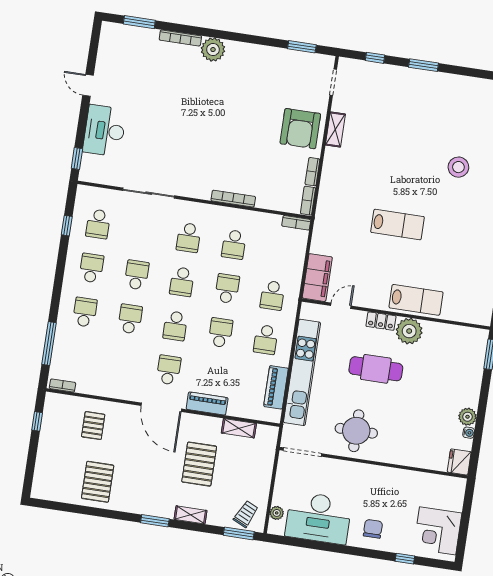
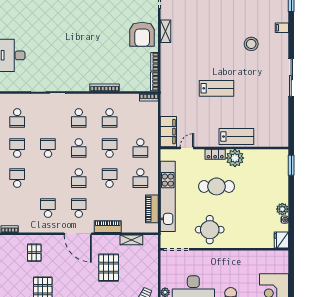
school desk: (130, 319) -> (48, 208), moved

